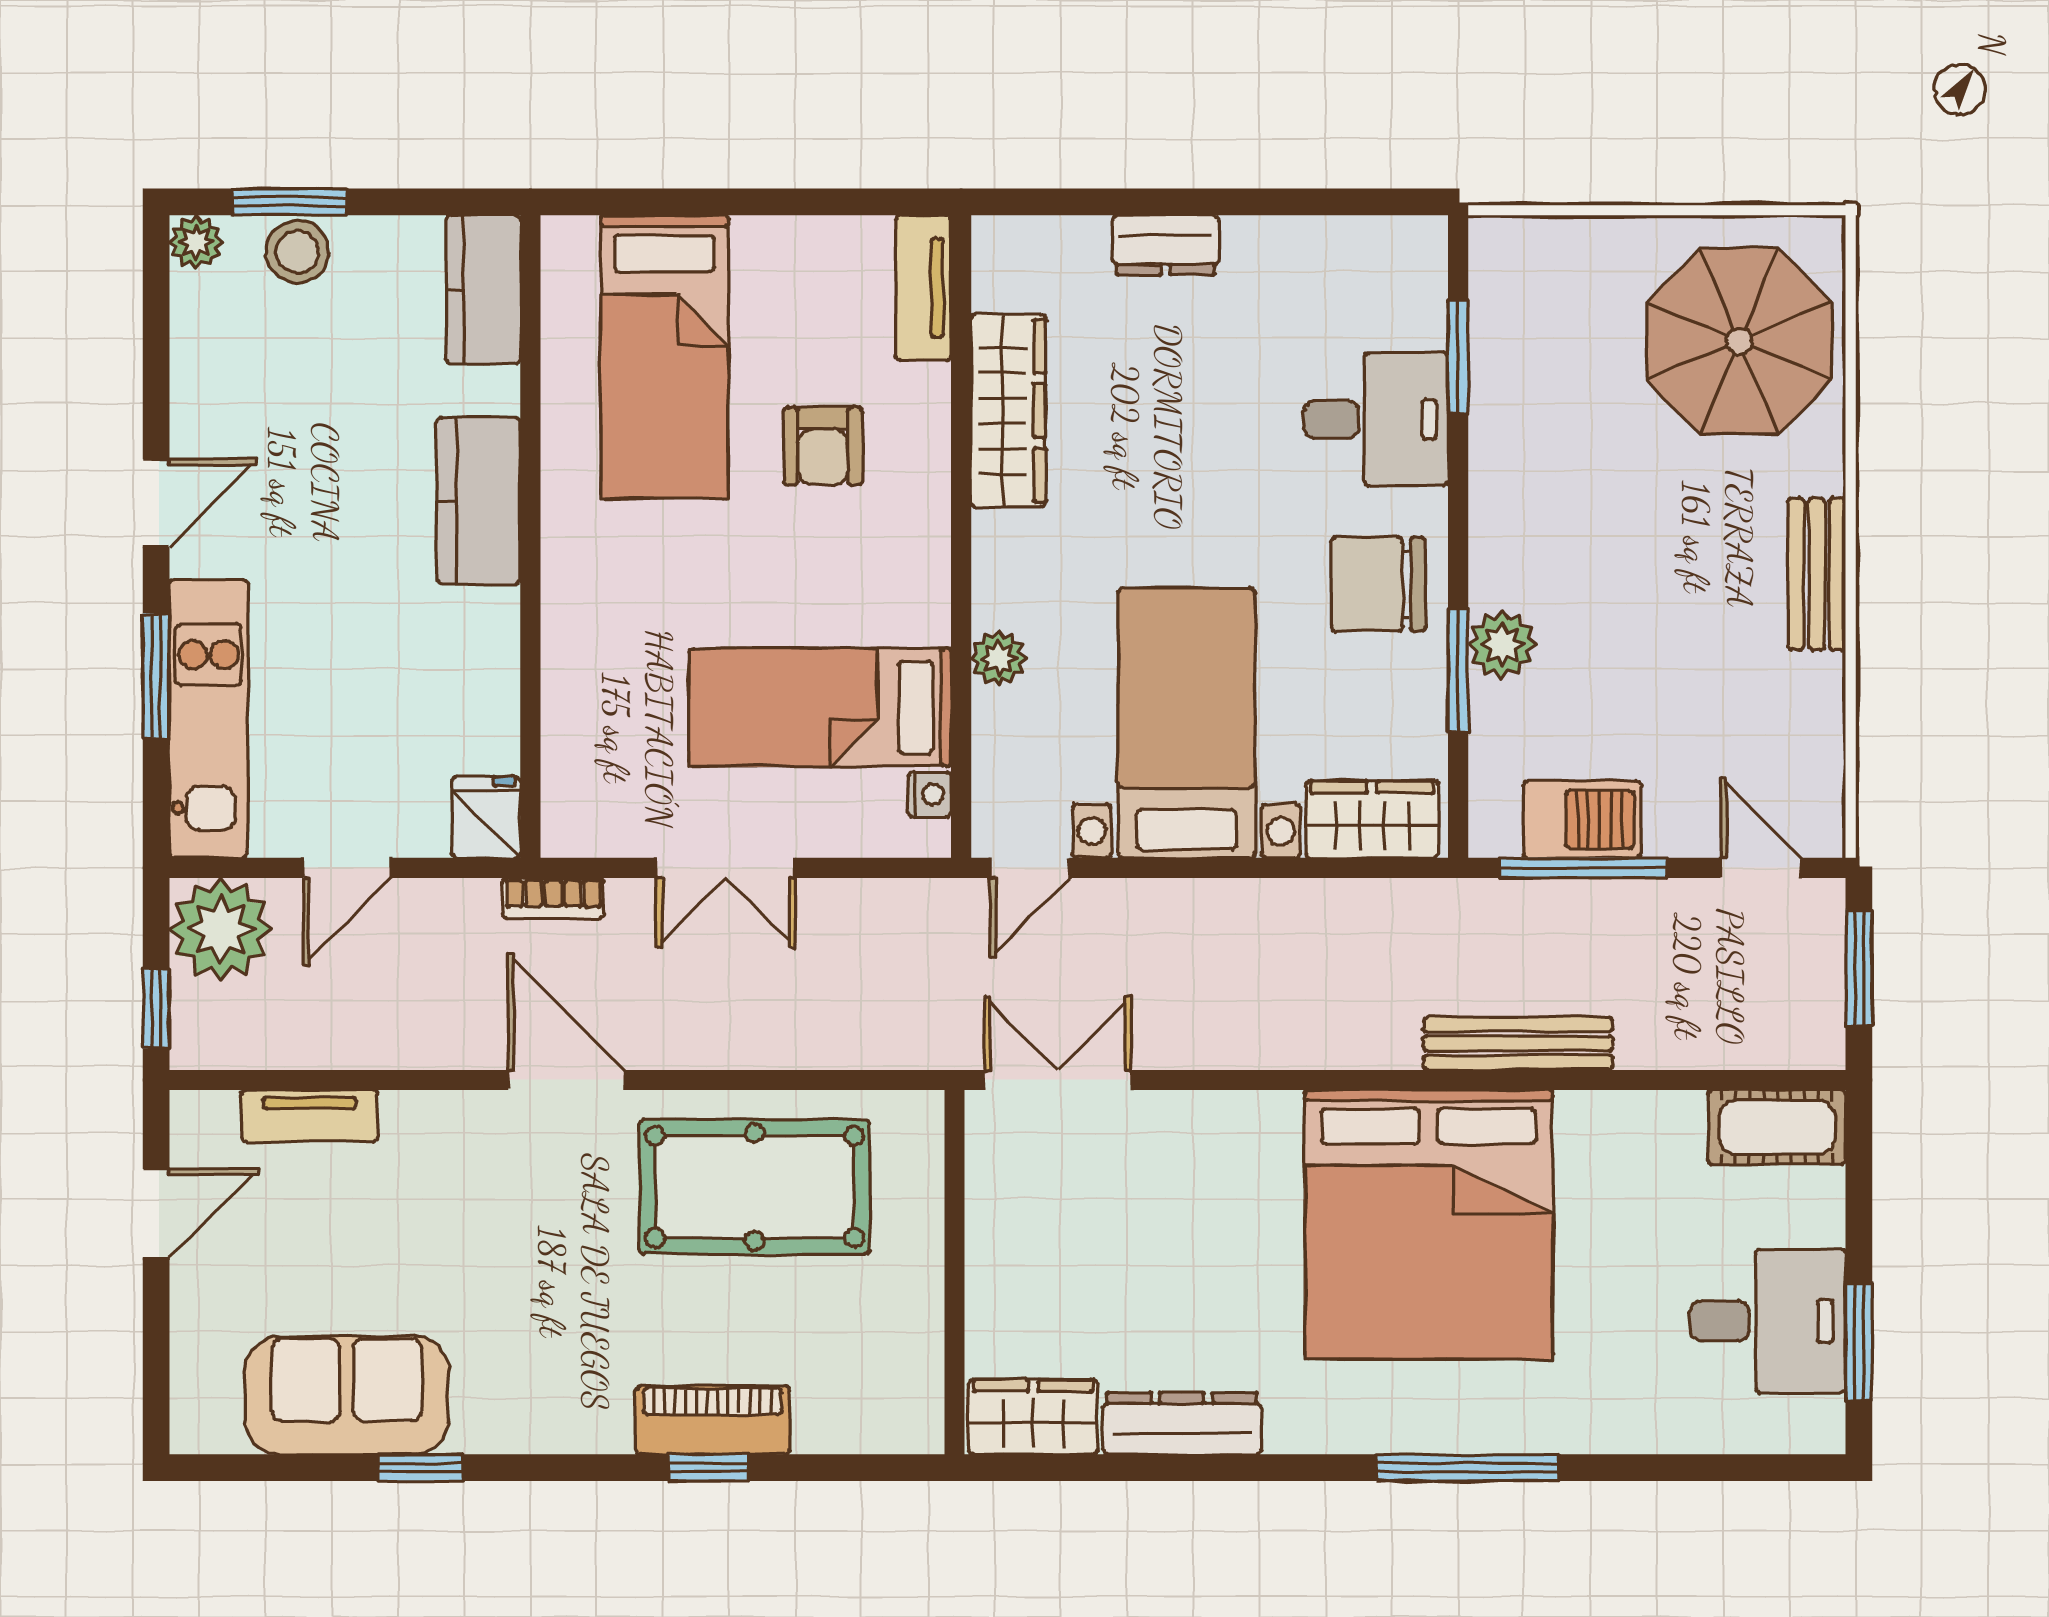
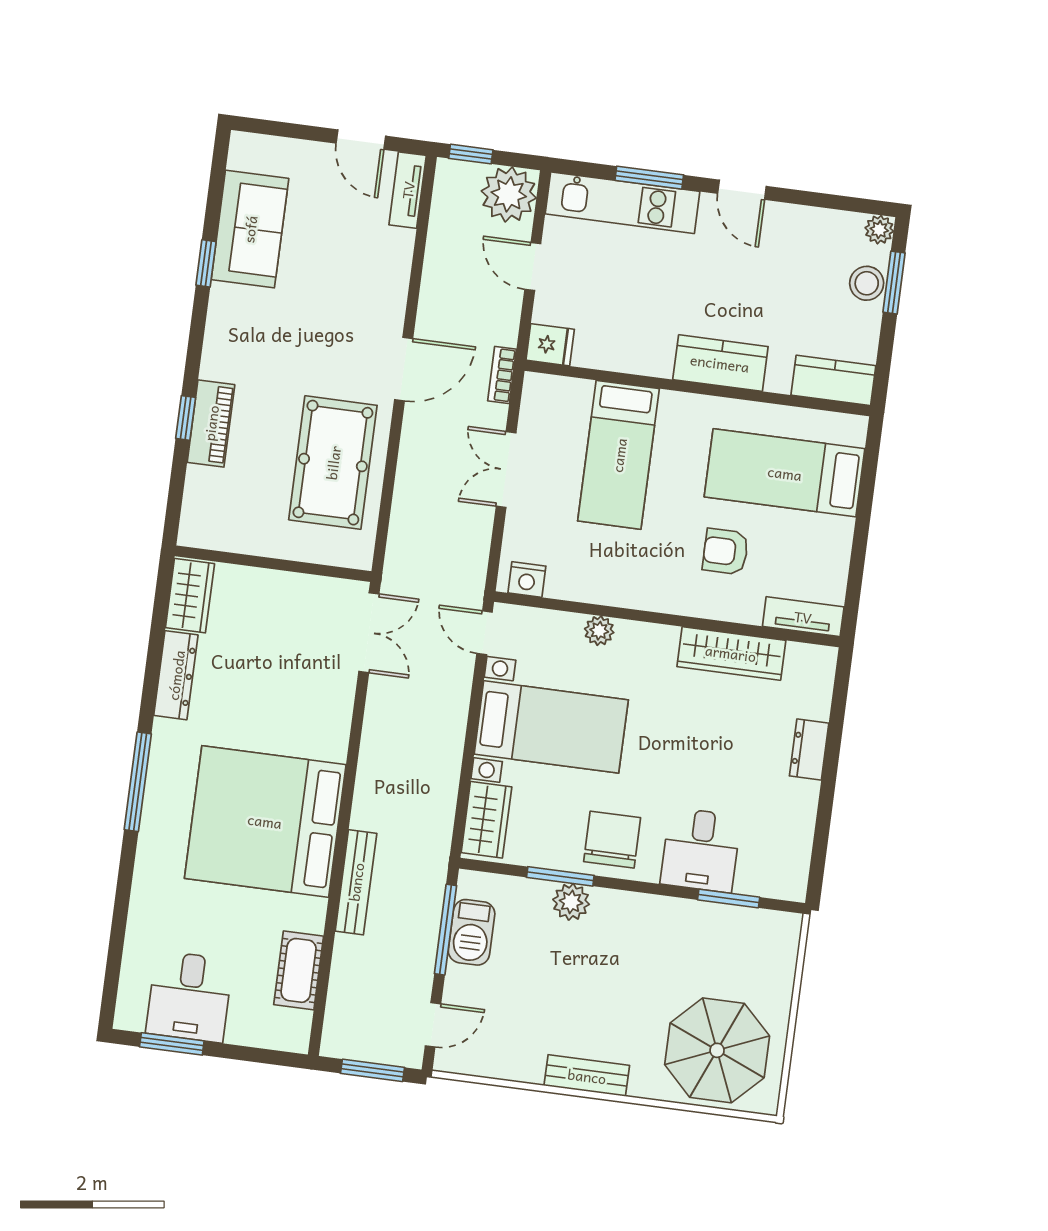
bed: (820, 707) -> (619, 455), moved, turned 180
nightstand: (930, 794) -> (527, 579), width x1.39, depth x1.35
tv unit: (310, 1116) -> (408, 190), moved
cot: (1777, 1127) -> (299, 970), moved
window: (1468, 1468) -> (138, 782), moved

